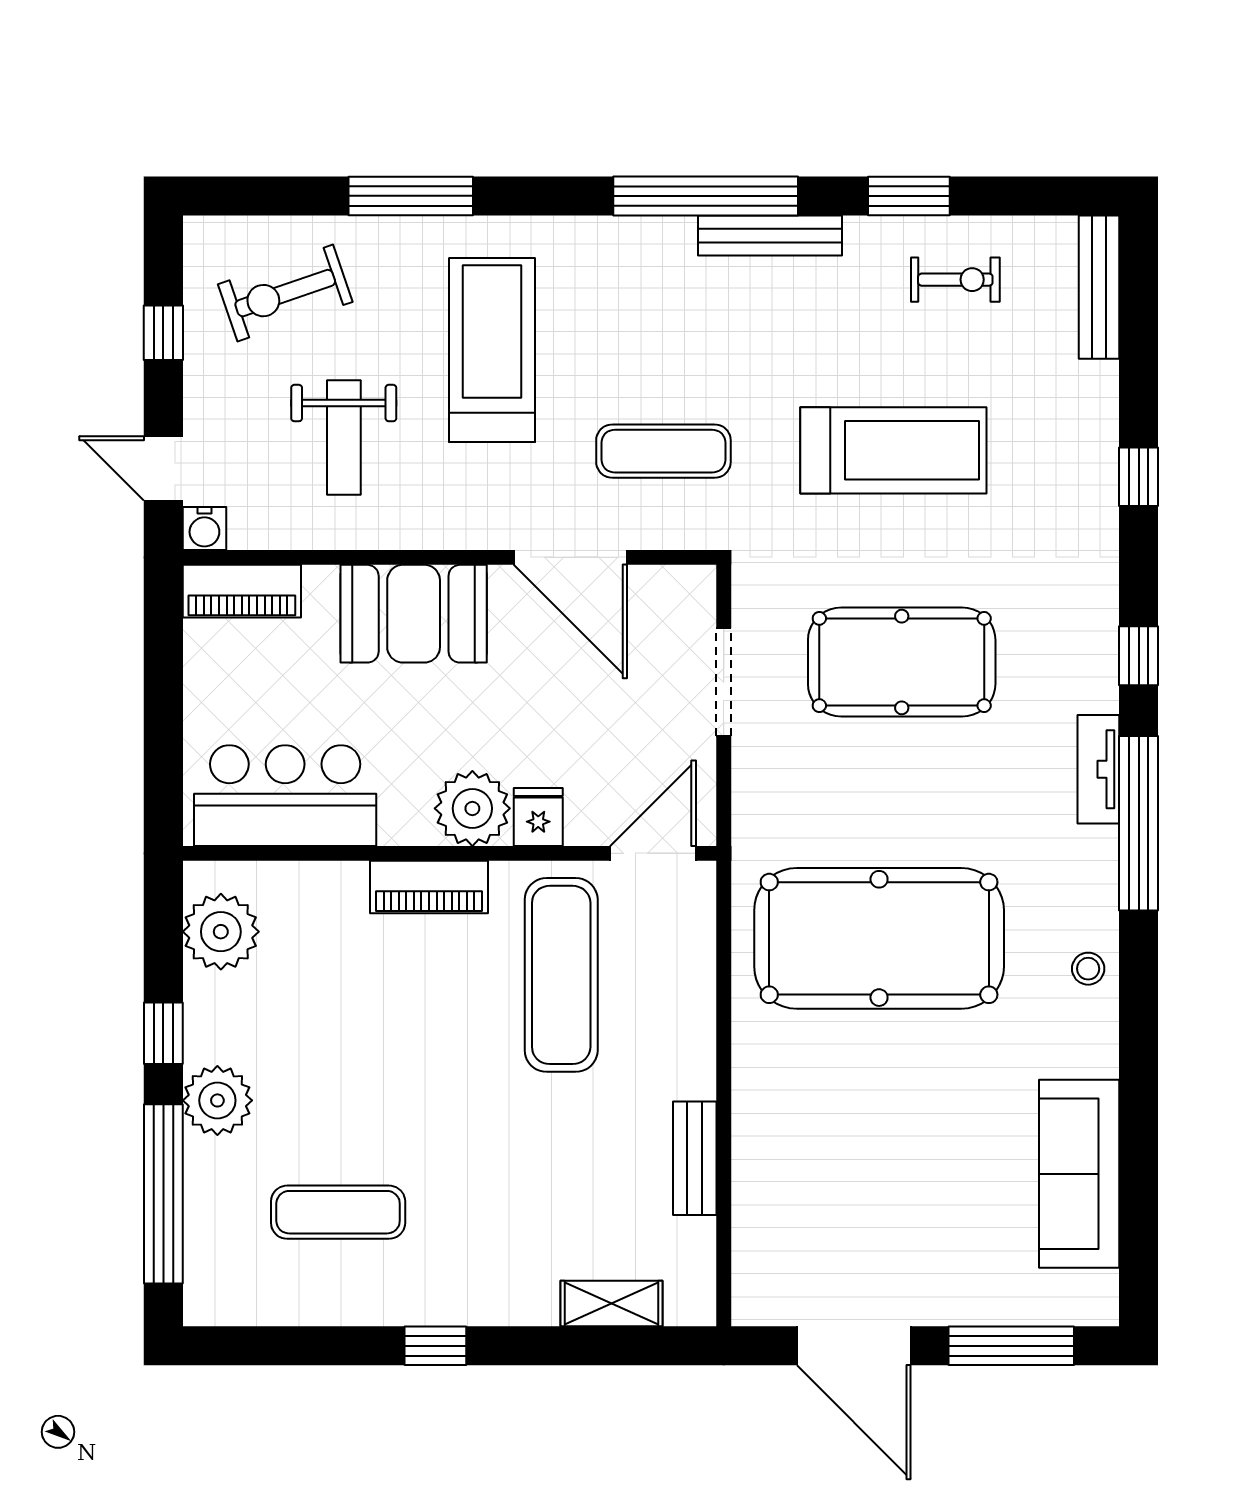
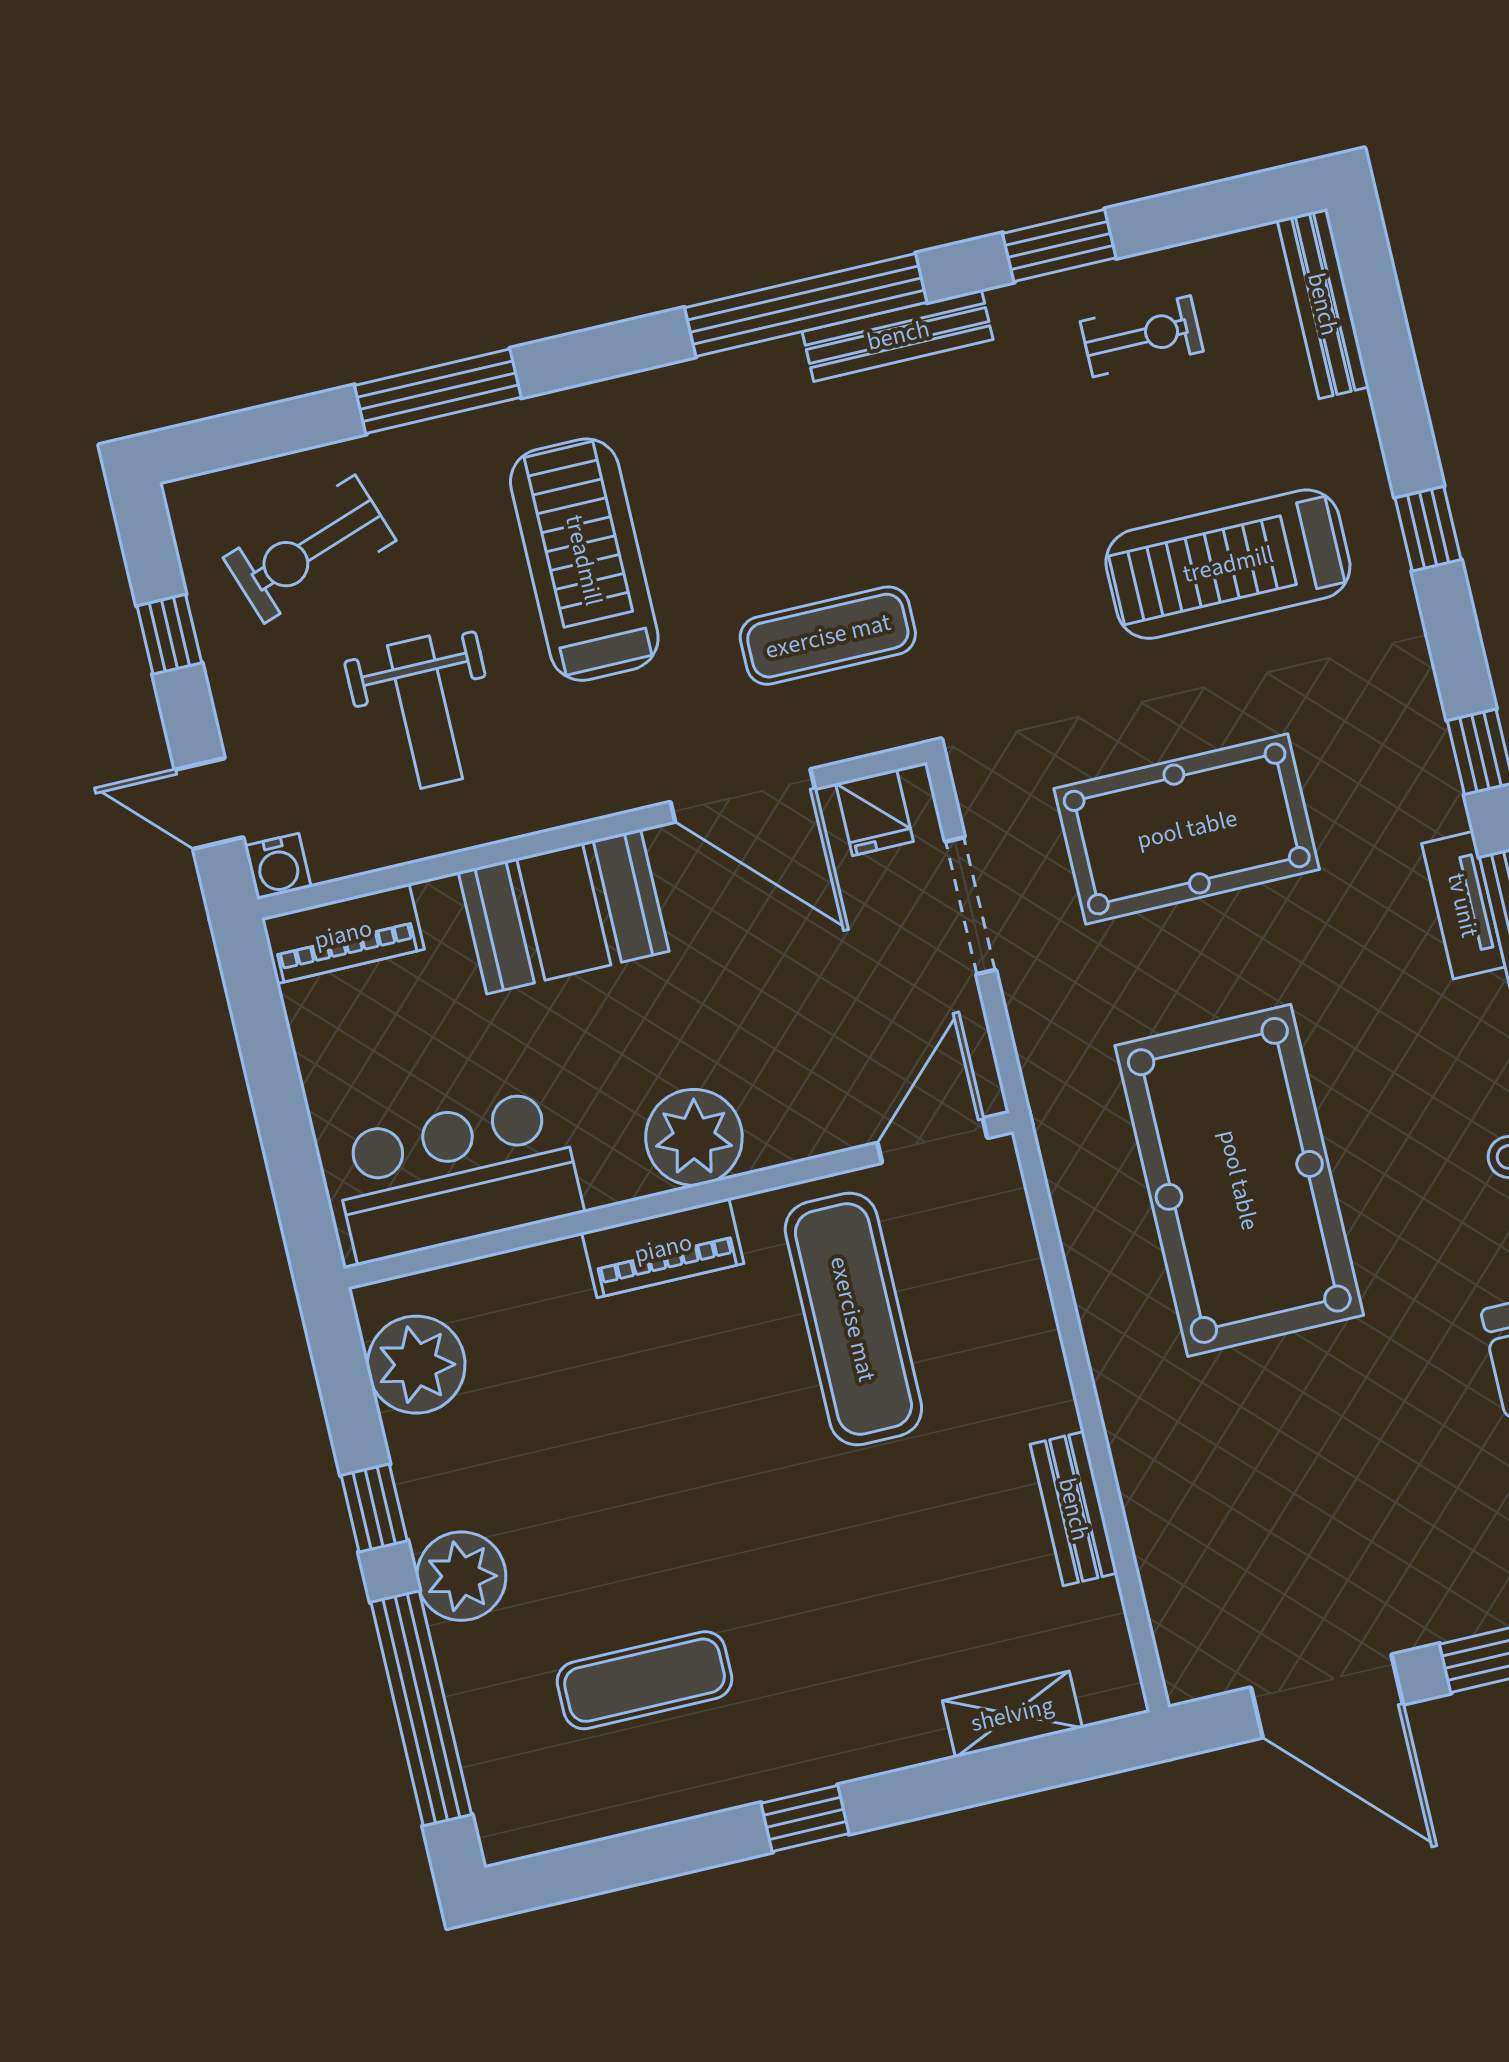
treadmill: (893, 450) -> (1228, 564), moved, turned 180
fridge: (538, 817) -> (875, 812), moved, turned 180
pool table: (879, 938) -> (1239, 1180), turned 90

